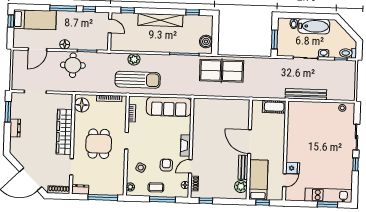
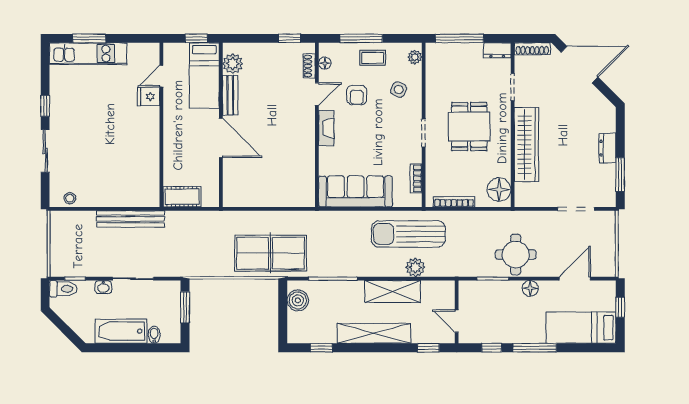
window: (11, 21) -> (620, 307), moved
shelving: (148, 45) -> (392, 292), added

